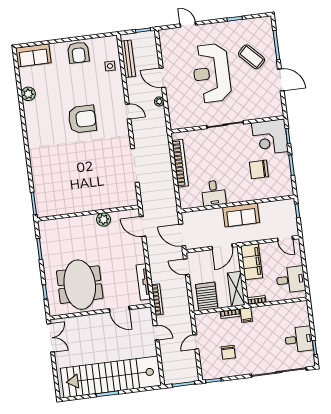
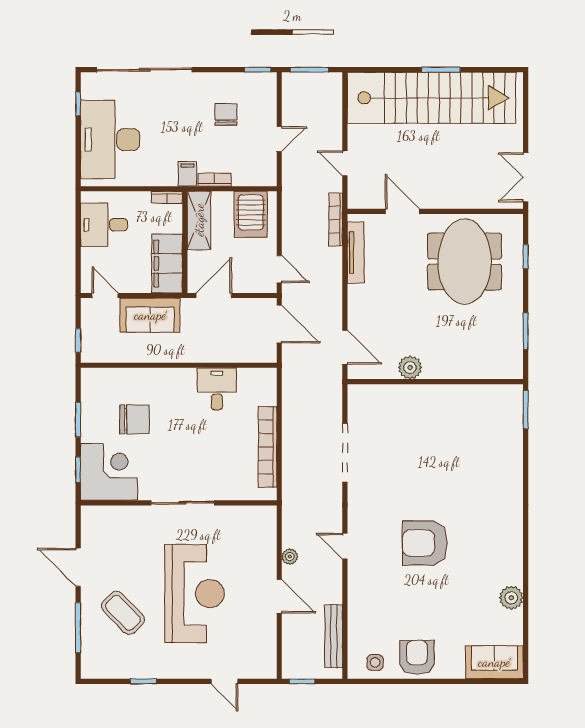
side table: (110, 66) -> (375, 662), moved
sofa: (241, 215) -> (150, 315), moved, turned 180
desk: (299, 339) -> (110, 140), width x1.87, depth x1.30

